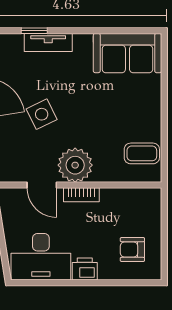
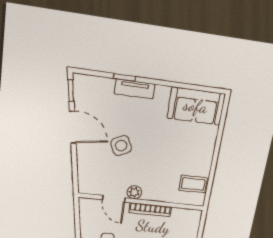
plant: (75, 165) -> (134, 192), width x0.53, depth x0.53
bookcase: (81, 195) -> (150, 210), width x1.56

